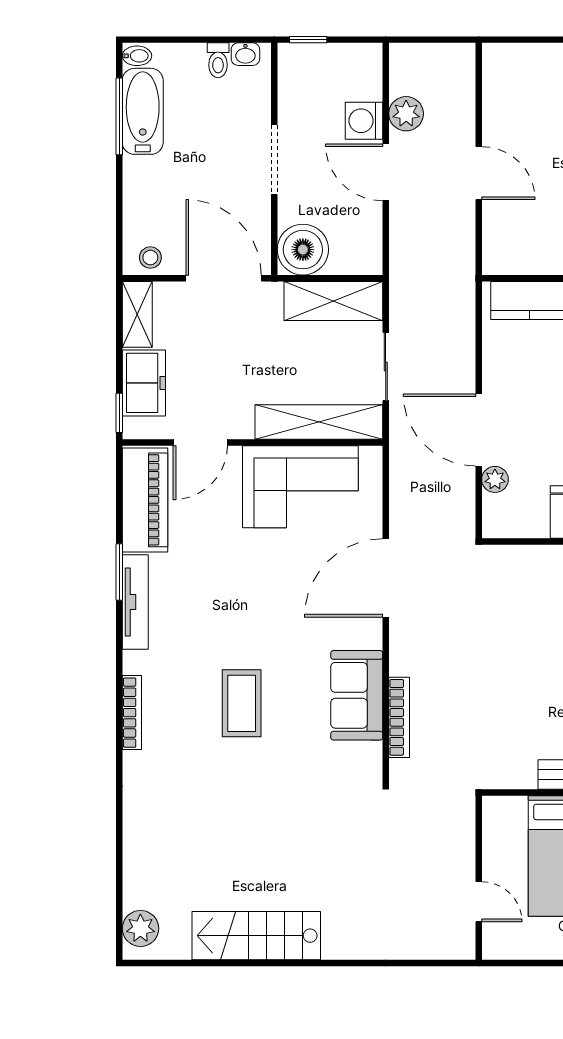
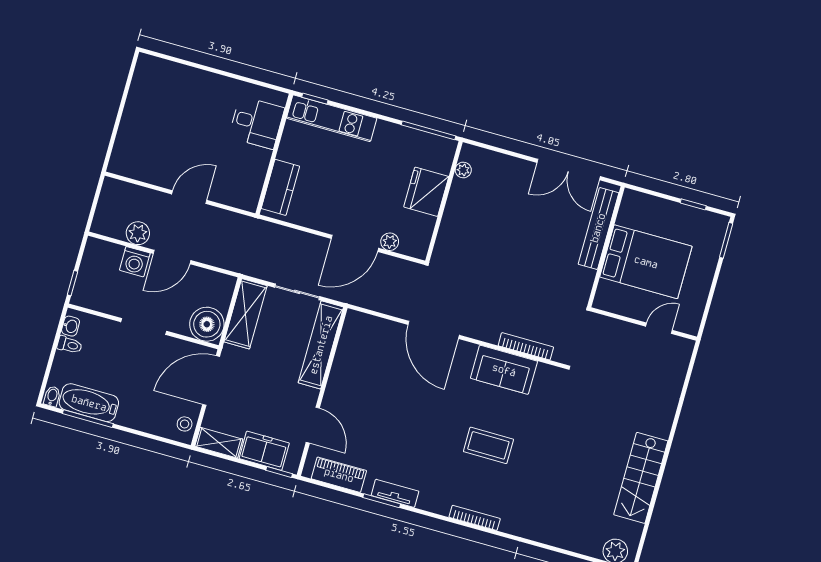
corner sofa: (300, 487) -> (359, 369), removed
piano: (145, 500) -> (339, 475), width x0.73, depth x0.75
tv unit: (135, 602) -> (395, 493), width x0.71

